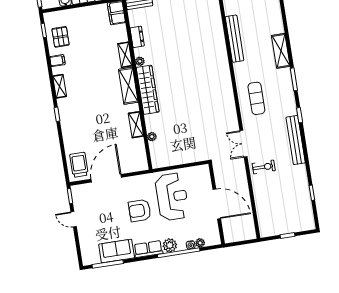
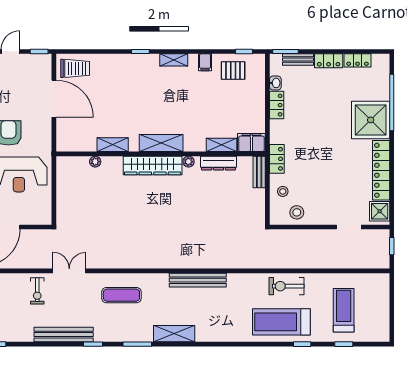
dresser: (137, 37) -> (218, 163), width x1.44
shelving: (125, 55) -> (221, 145), moved

